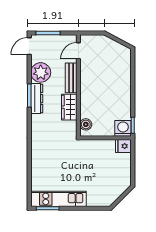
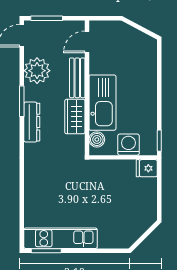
kitchen sink: (90, 97) -> (102, 103), added
dresser: (37, 99) -> (32, 122), moved
washing machine: (123, 128) -> (128, 145), moved

